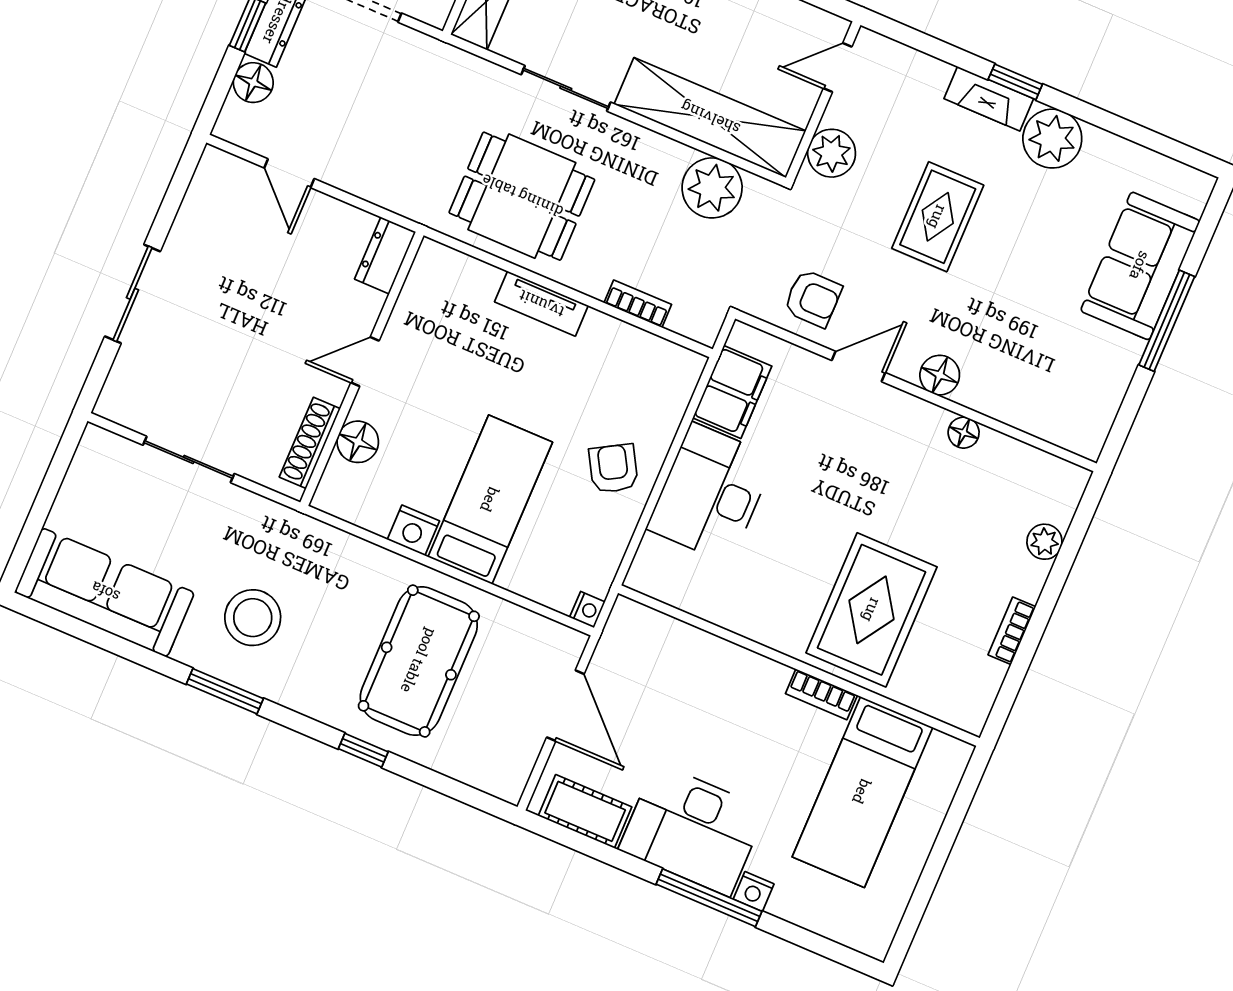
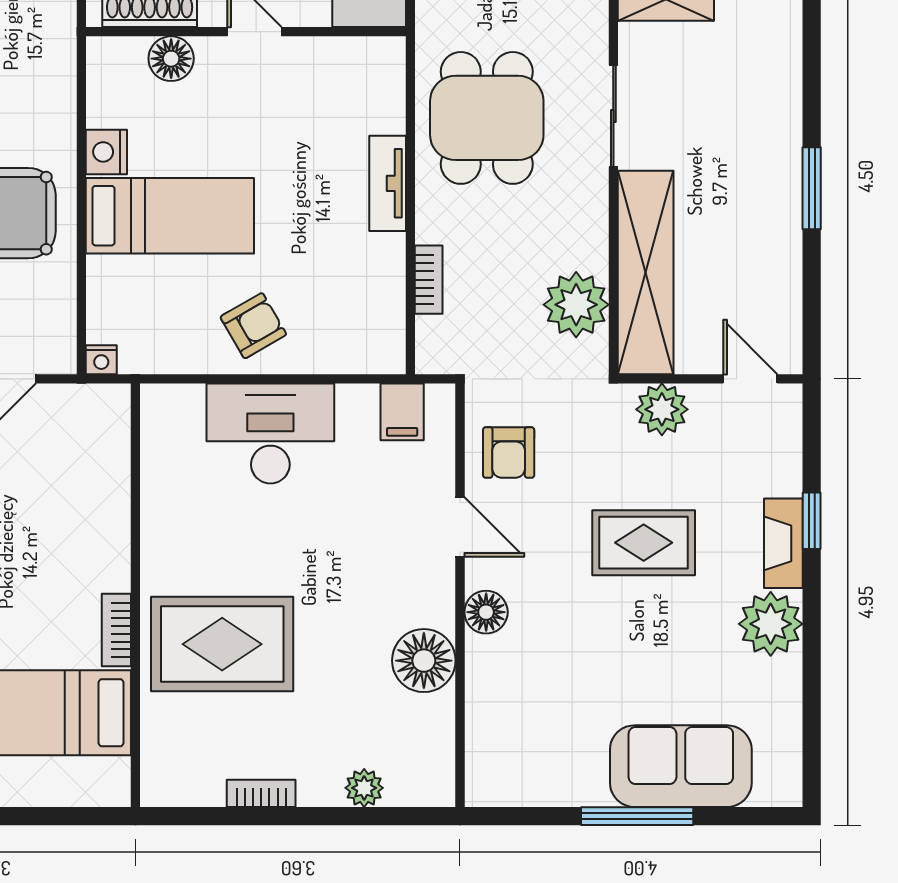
window: (1015, 82) -> (812, 521), moved
filing cabinet: (732, 392) -> (402, 412), width x0.50
floor lamp: (964, 433) -> (424, 661), width x1.89, depth x1.89

